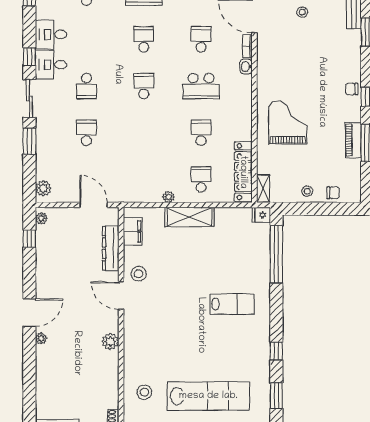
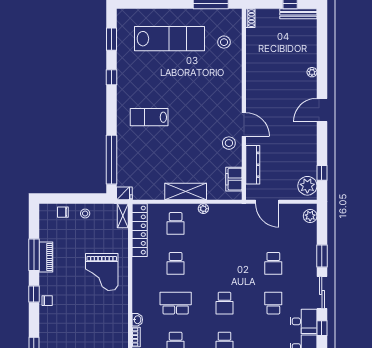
plant: (41, 218) -> (307, 186), width x1.88, depth x1.88
plant: (41, 338) -> (312, 72), moved
plant: (110, 341) -> (253, 85), removed
lab bench: (208, 396) -> (169, 39), turned 180

